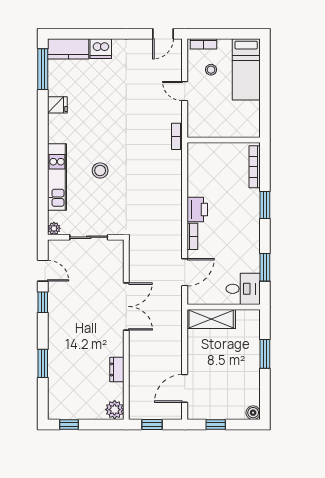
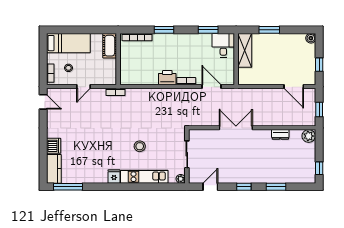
fridge: (57, 105) -> (114, 176), moved
cot: (242, 128) -> (110, 46), added
window: (43, 302) -> (244, 187), moved
shelving: (211, 319) -> (245, 50), moved

